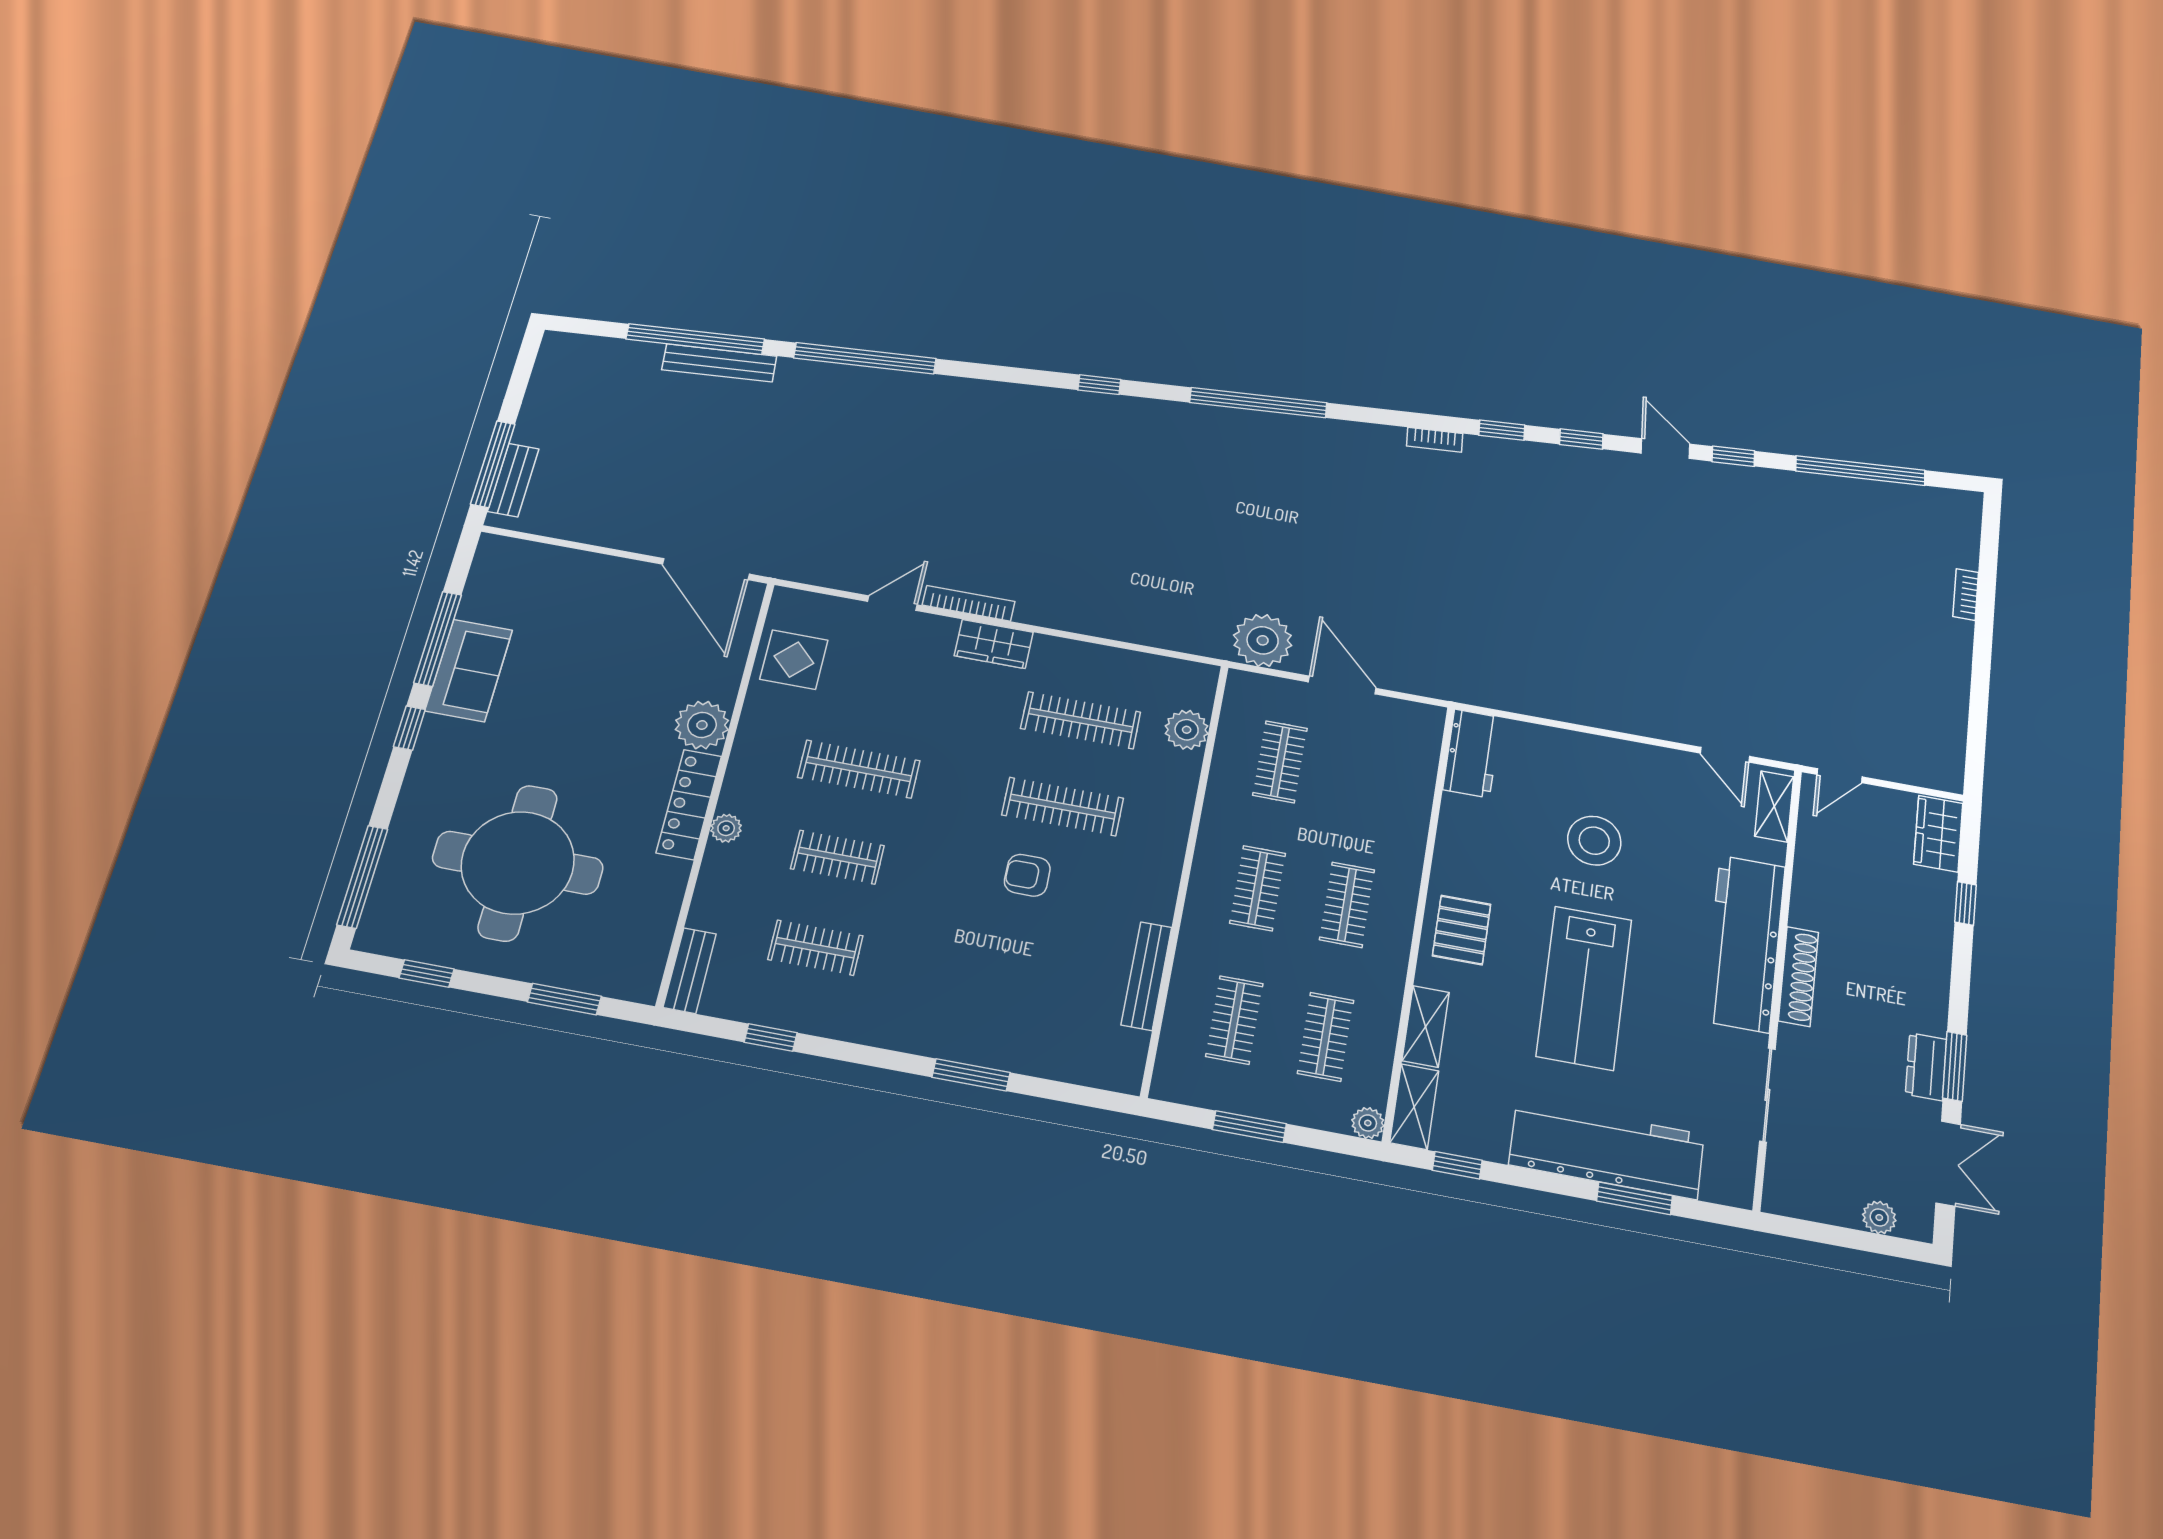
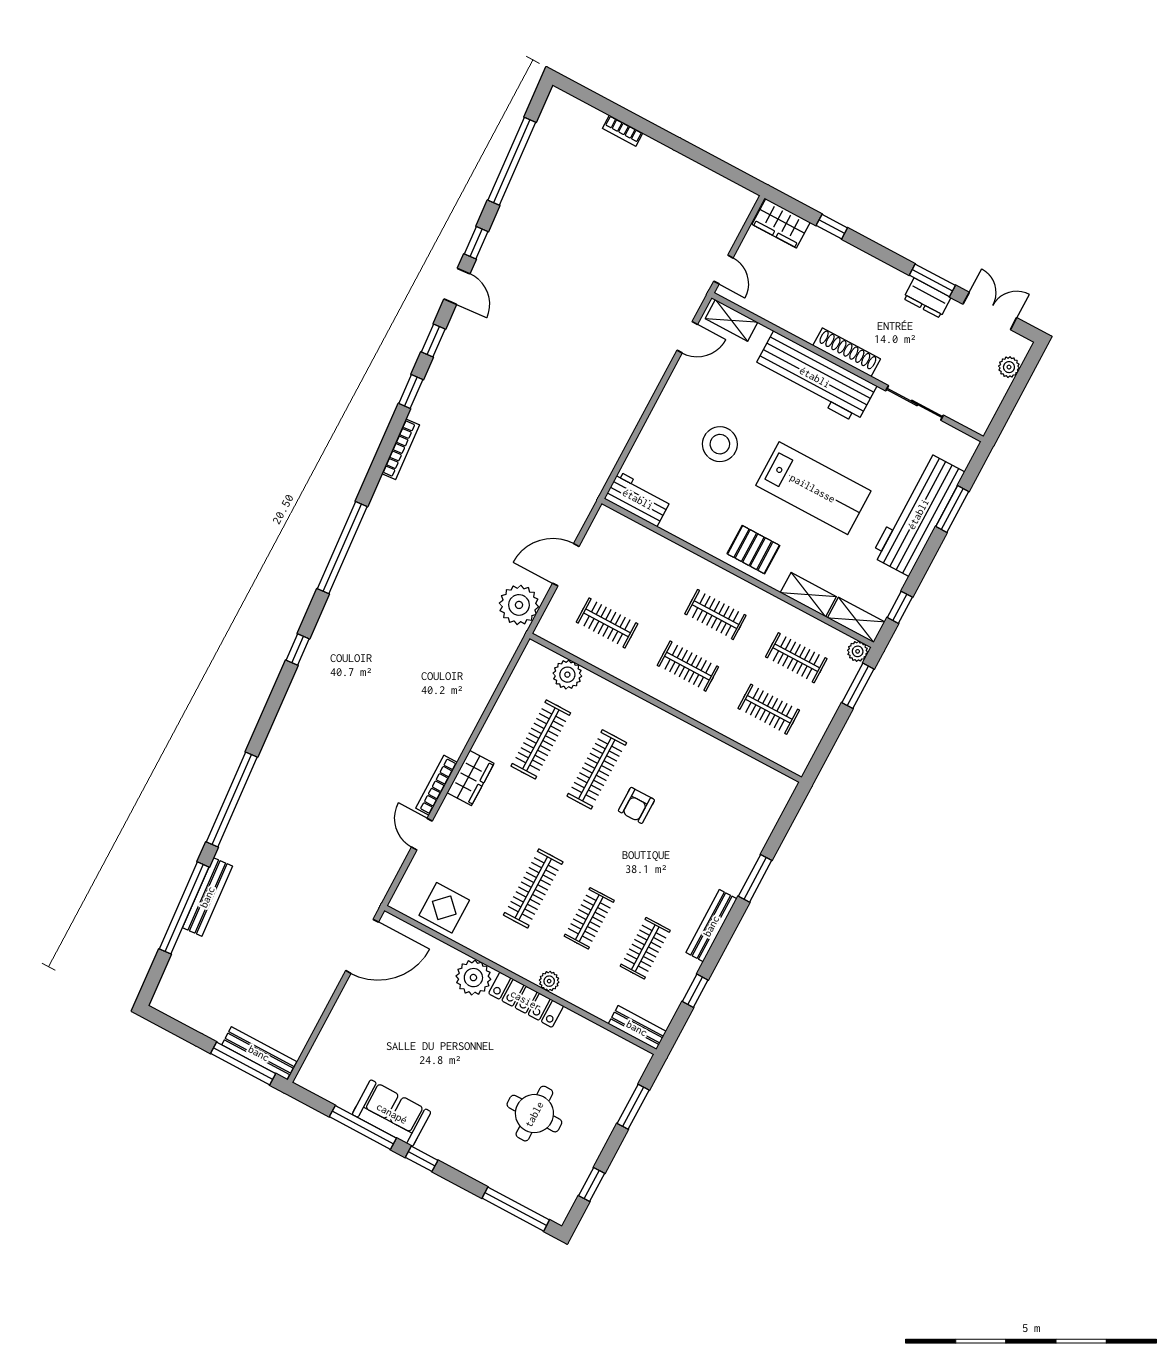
bookcase: (1435, 440) -> (401, 449), width x1.56
door: (1666, 449) -> (457, 286), swing flipped
bench: (513, 480) -> (259, 1053), width x1.36
round table: (518, 863) -> (534, 1114), width x0.54, depth x0.54
bench: (1146, 976) -> (711, 926), moved, turned 90
window: (1249, 1127) -> (858, 686), moved

